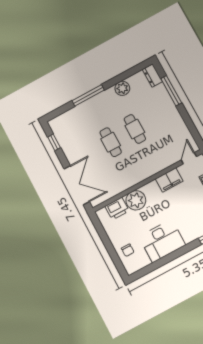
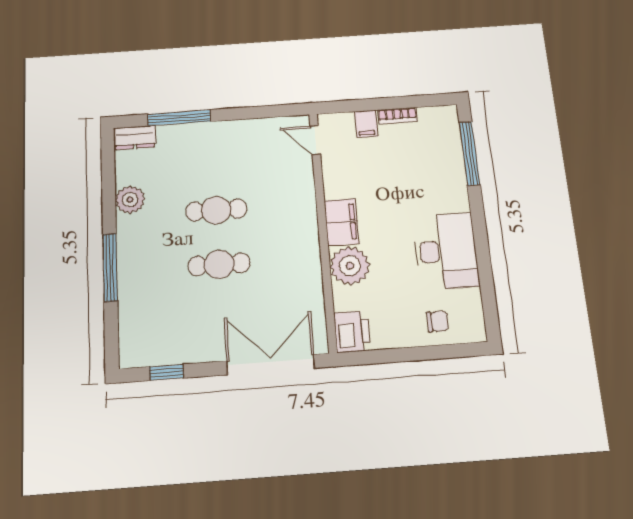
filing cabinet: (169, 180) -> (342, 222), moved
printer: (117, 209) -> (352, 332), moved

